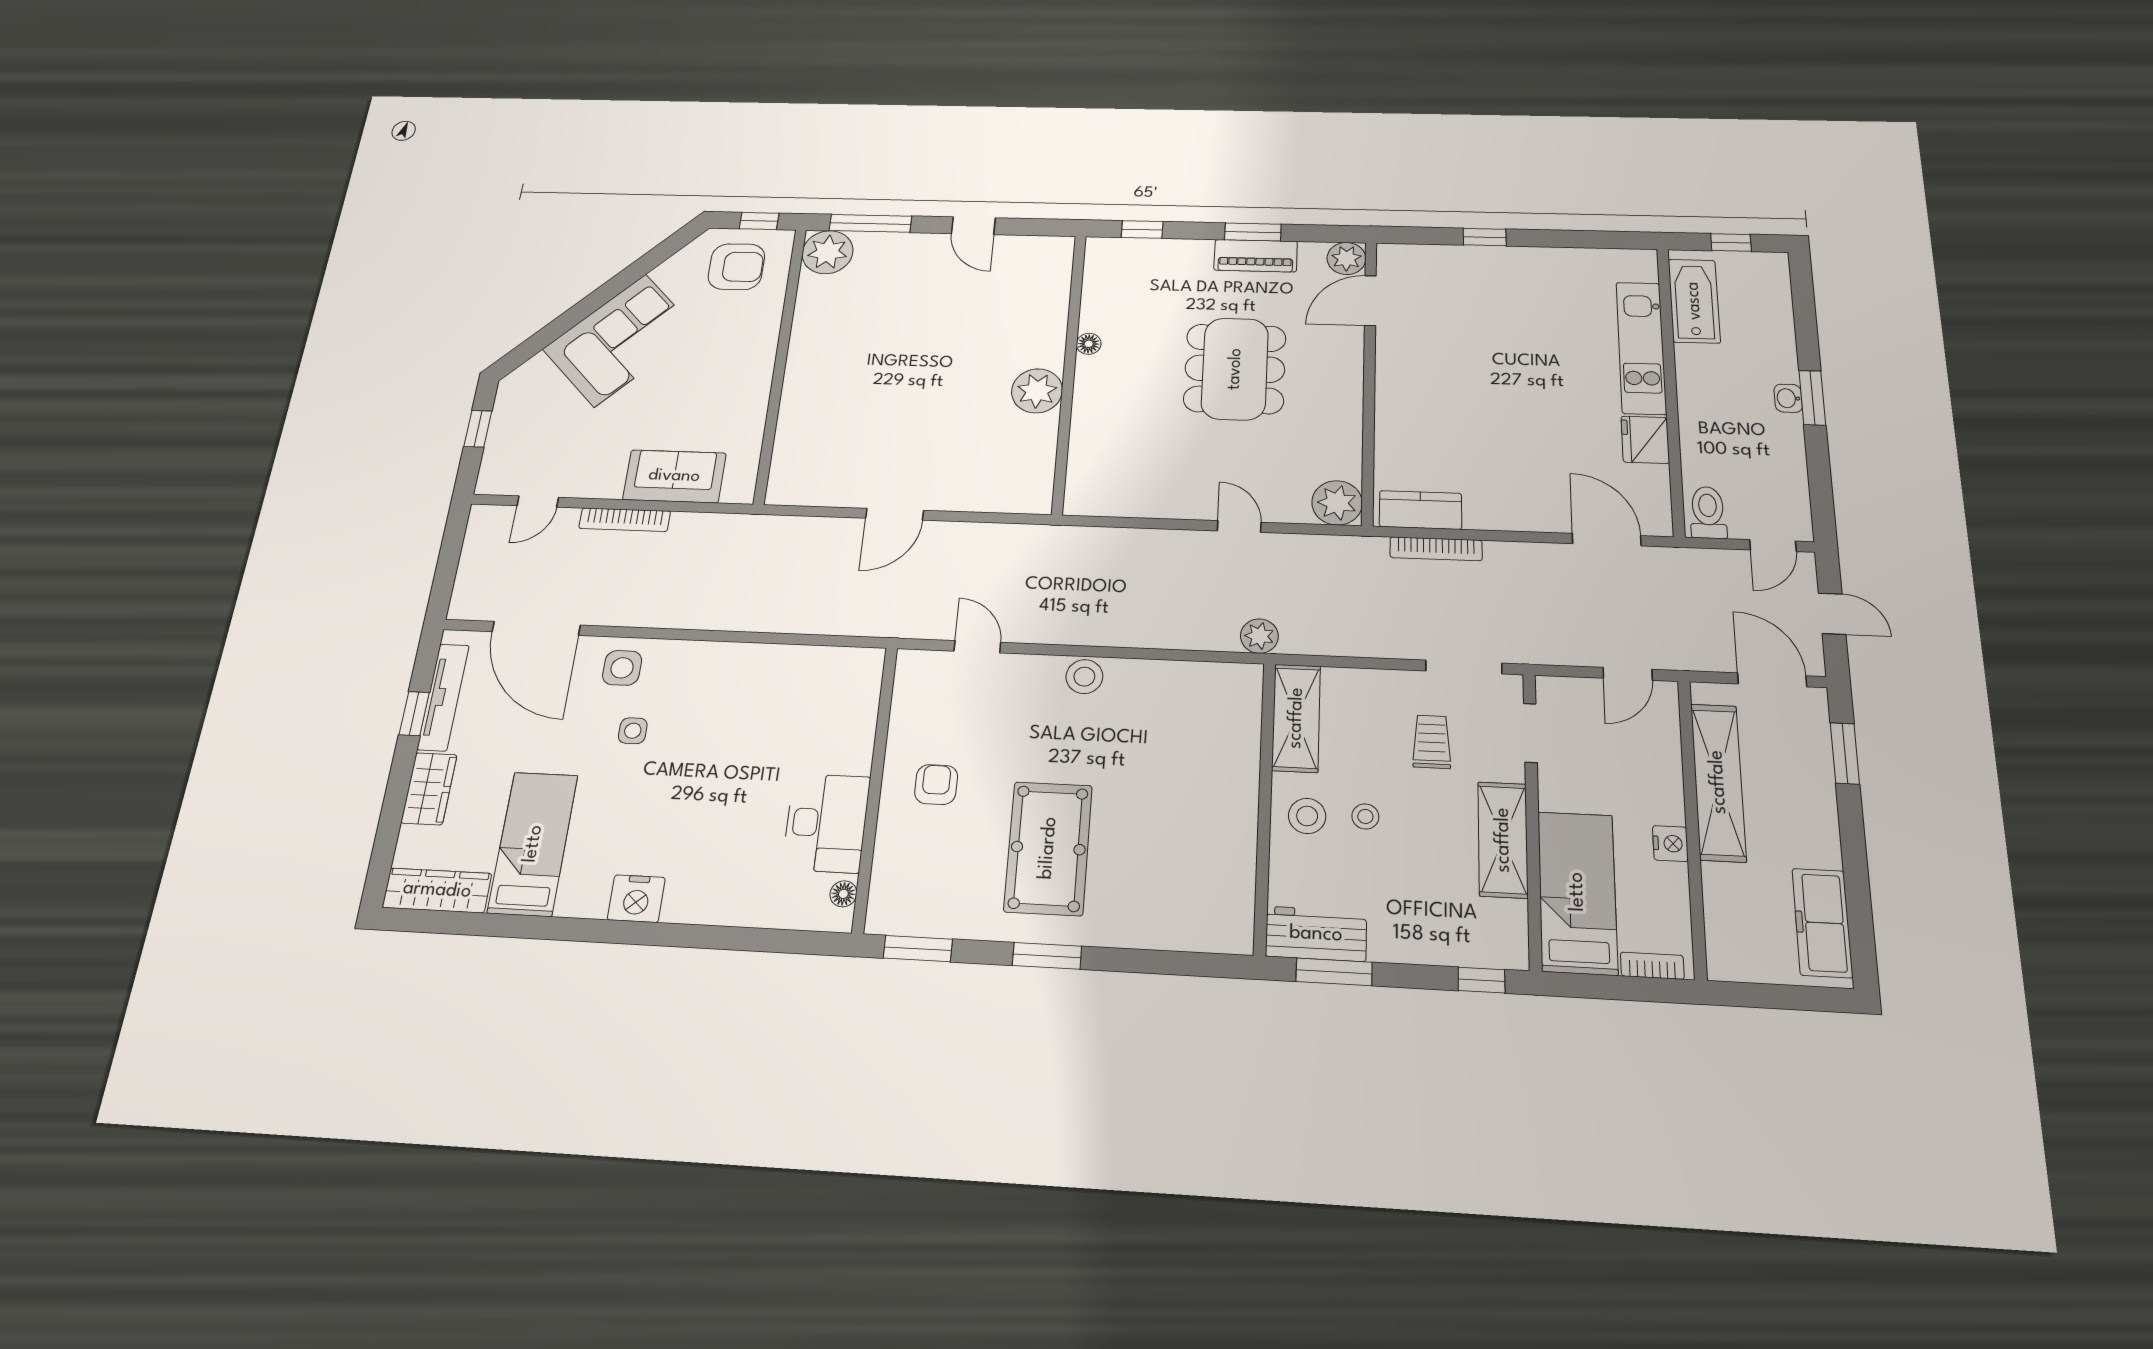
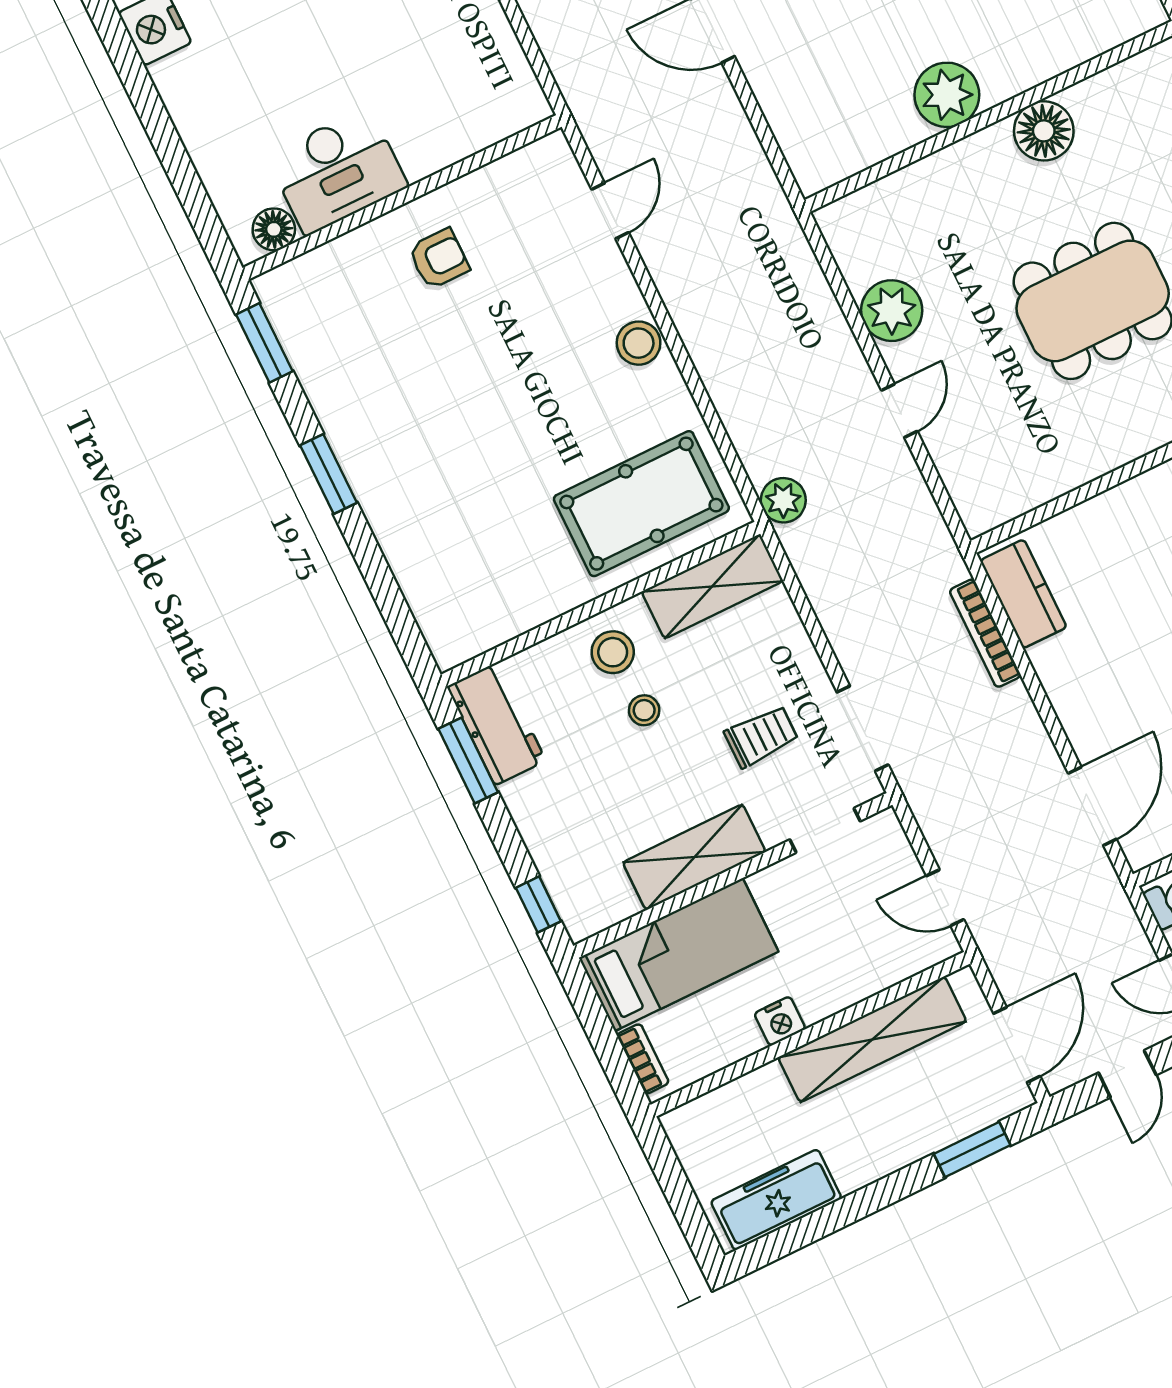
floor lamp: (1089, 344) -> (1044, 131), width x1.89, depth x1.89
plant: (1337, 503) -> (892, 311), moved
pool table: (1048, 848) -> (641, 504), moved
floor lamp: (843, 894) -> (274, 229), width x1.37, depth x1.37

